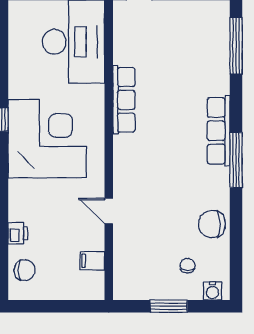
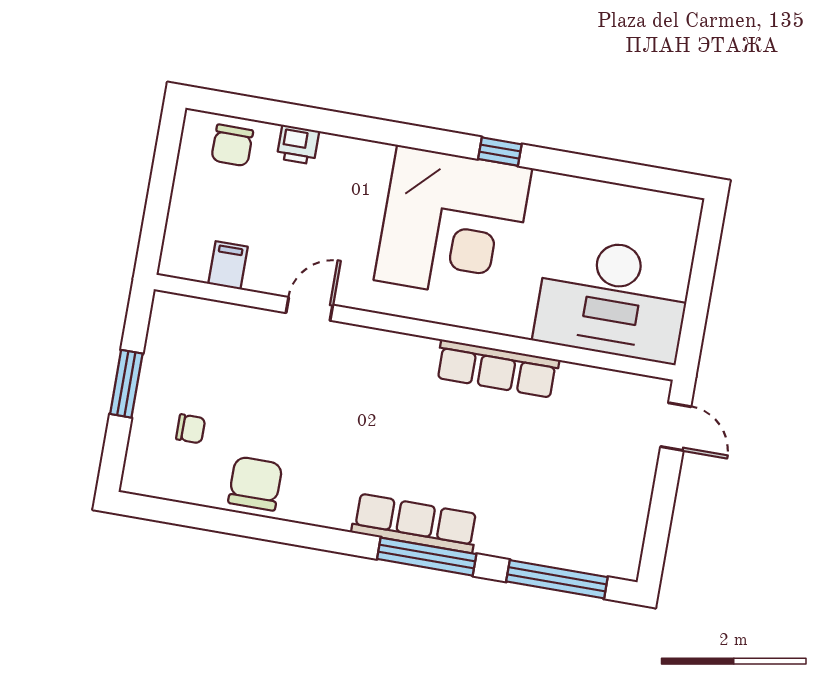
window: (236, 160) -> (427, 557), moved
water cooler: (213, 291) -> (139, 464), removed

